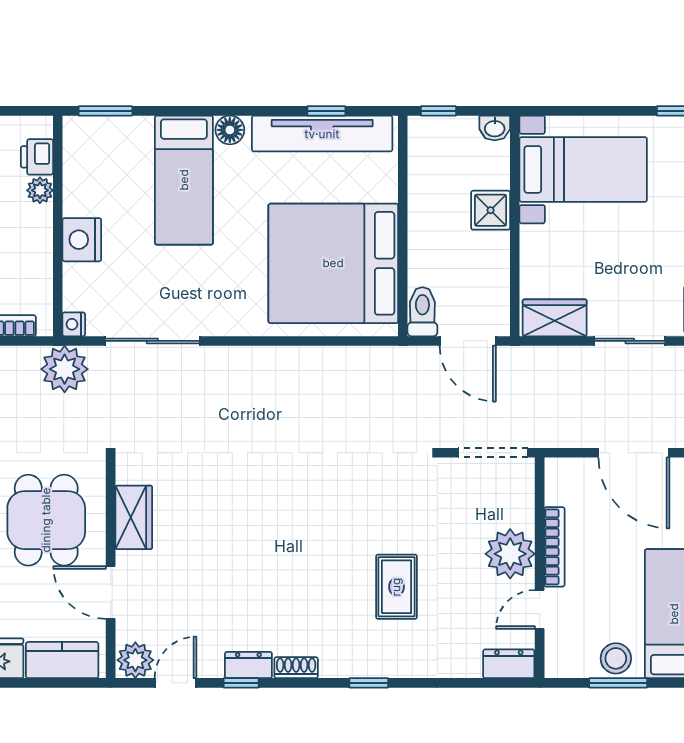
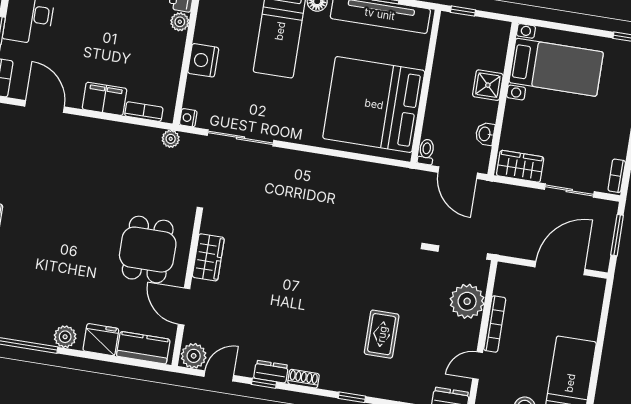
washbasin: (495, 128) -> (485, 134), moved, turned 90
toilet: (422, 312) -> (426, 152), width x0.73, depth x0.72
plant: (65, 369) -> (171, 139), width x0.53, depth x0.53
door: (634, 453) -> (560, 268), swing flipped
plant: (510, 554) -> (467, 301), moved

